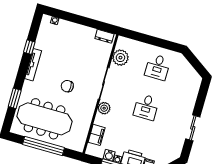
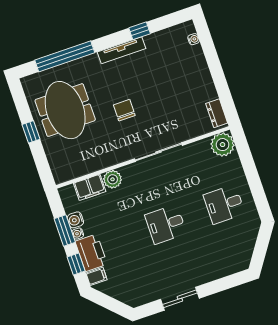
plant: (120, 58) -> (223, 145), moved
window: (15, 98) -> (65, 56), width x2.11
plant: (104, 108) -> (113, 179), moved
meeting table: (45, 119) -> (65, 110), width x0.73
window: (43, 146) -> (31, 132), width x0.32

